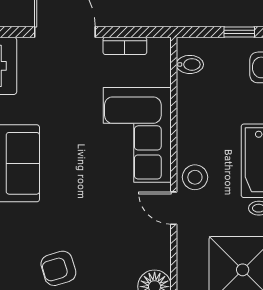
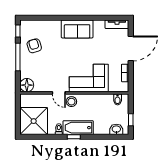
door: (174, 208) -> (59, 93), swing flipped

